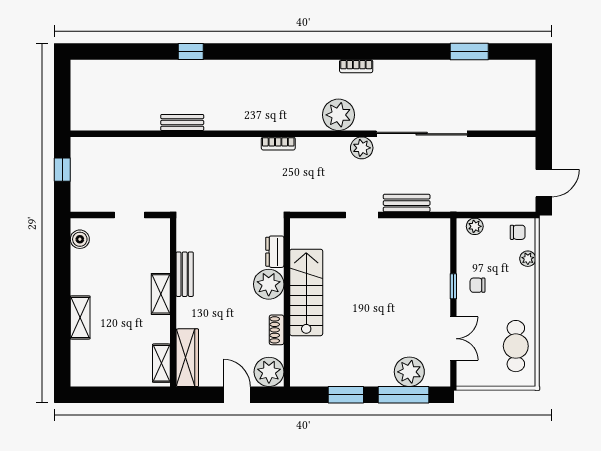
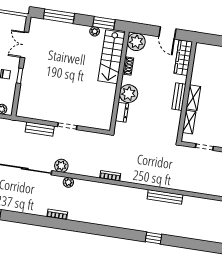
plant: (338, 115) -> (68, 182), width x0.53, depth x0.53
bench: (182, 122) -> (165, 197), width x1.36
bench: (185, 274) -> (179, 97), moved
stairs: (306, 292) -> (111, 57), moved
shelving: (161, 363) -> (189, 122), moved
plant: (409, 372) -> (95, 31), moved, width x0.53, depth x0.53
door: (237, 395) -> (167, 33), moved
window: (346, 395) -> (104, 23), moved

